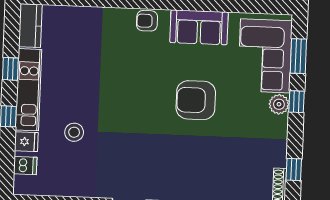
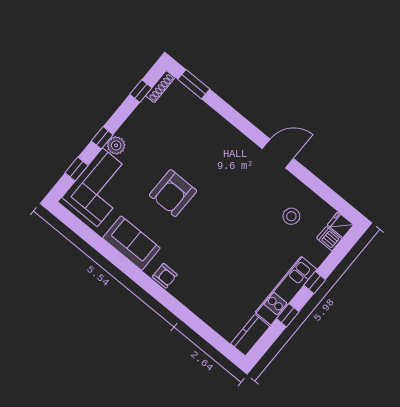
window: (298, 56) -> (76, 169), width x0.67
armchair: (196, 100) -> (173, 193), turned 90
stool: (74, 132) -> (291, 216), moved
fridge: (26, 142) -> (340, 225), moved

